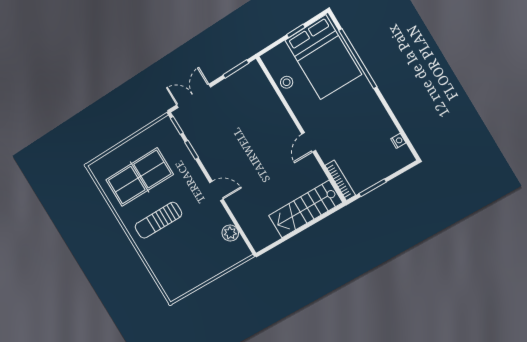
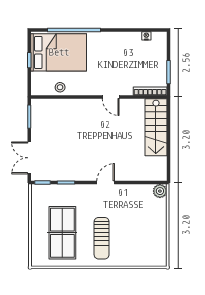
plant: (230, 233) -> (160, 191), moved

